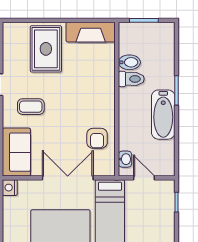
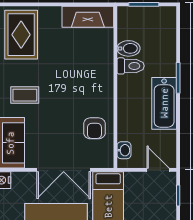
rug: (46, 49) -> (21, 35), moved
double door: (68, 178) -> (64, 170), swing flipped
door: (144, 178) -> (158, 170), moved

